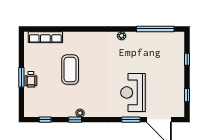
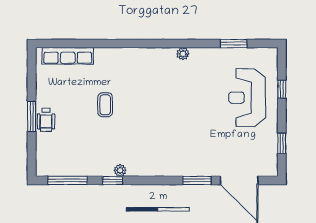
window: (155, 29) -> (234, 44), width x0.47
coffee table: (70, 70) -> (105, 105), width x0.54, depth x0.58
reception desk: (133, 92) -> (247, 98), moved
window: (45, 120) -> (68, 180), width x2.17

